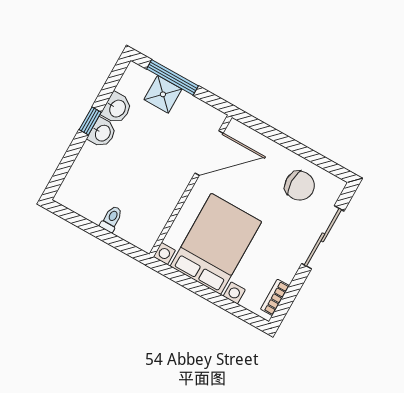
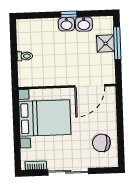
door: (209, 153) -> (90, 86), hinge flipped
chair: (300, 186) -> (101, 143), turned 97
sliding door: (323, 237) -> (68, 172), moved

